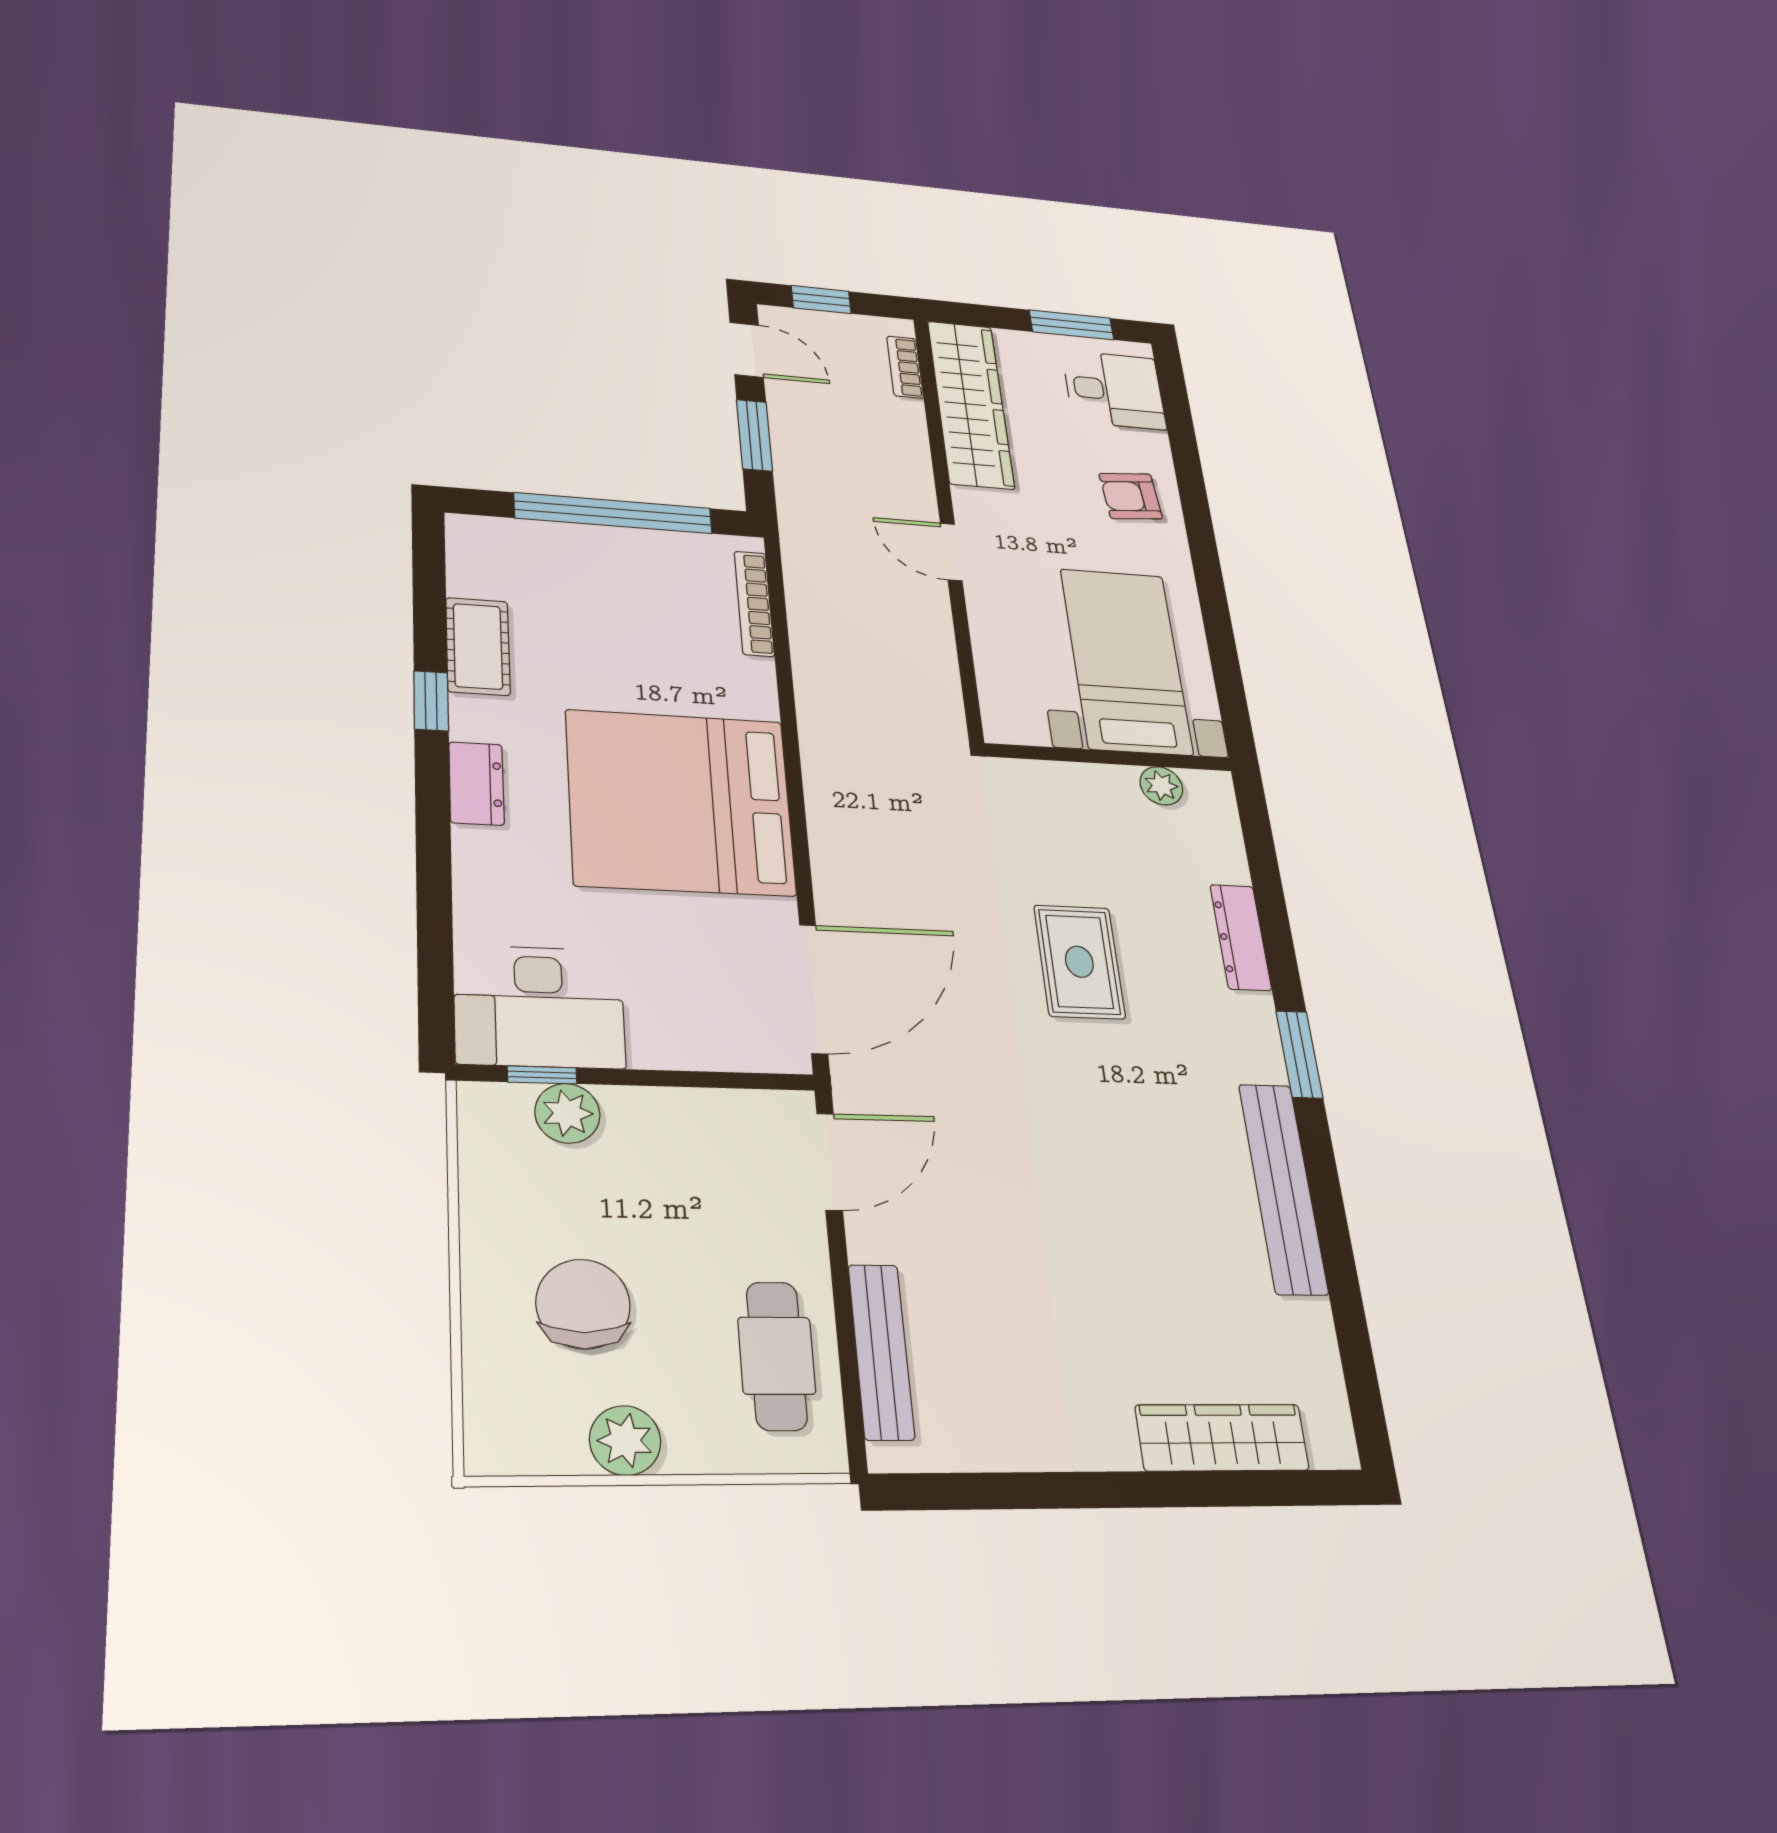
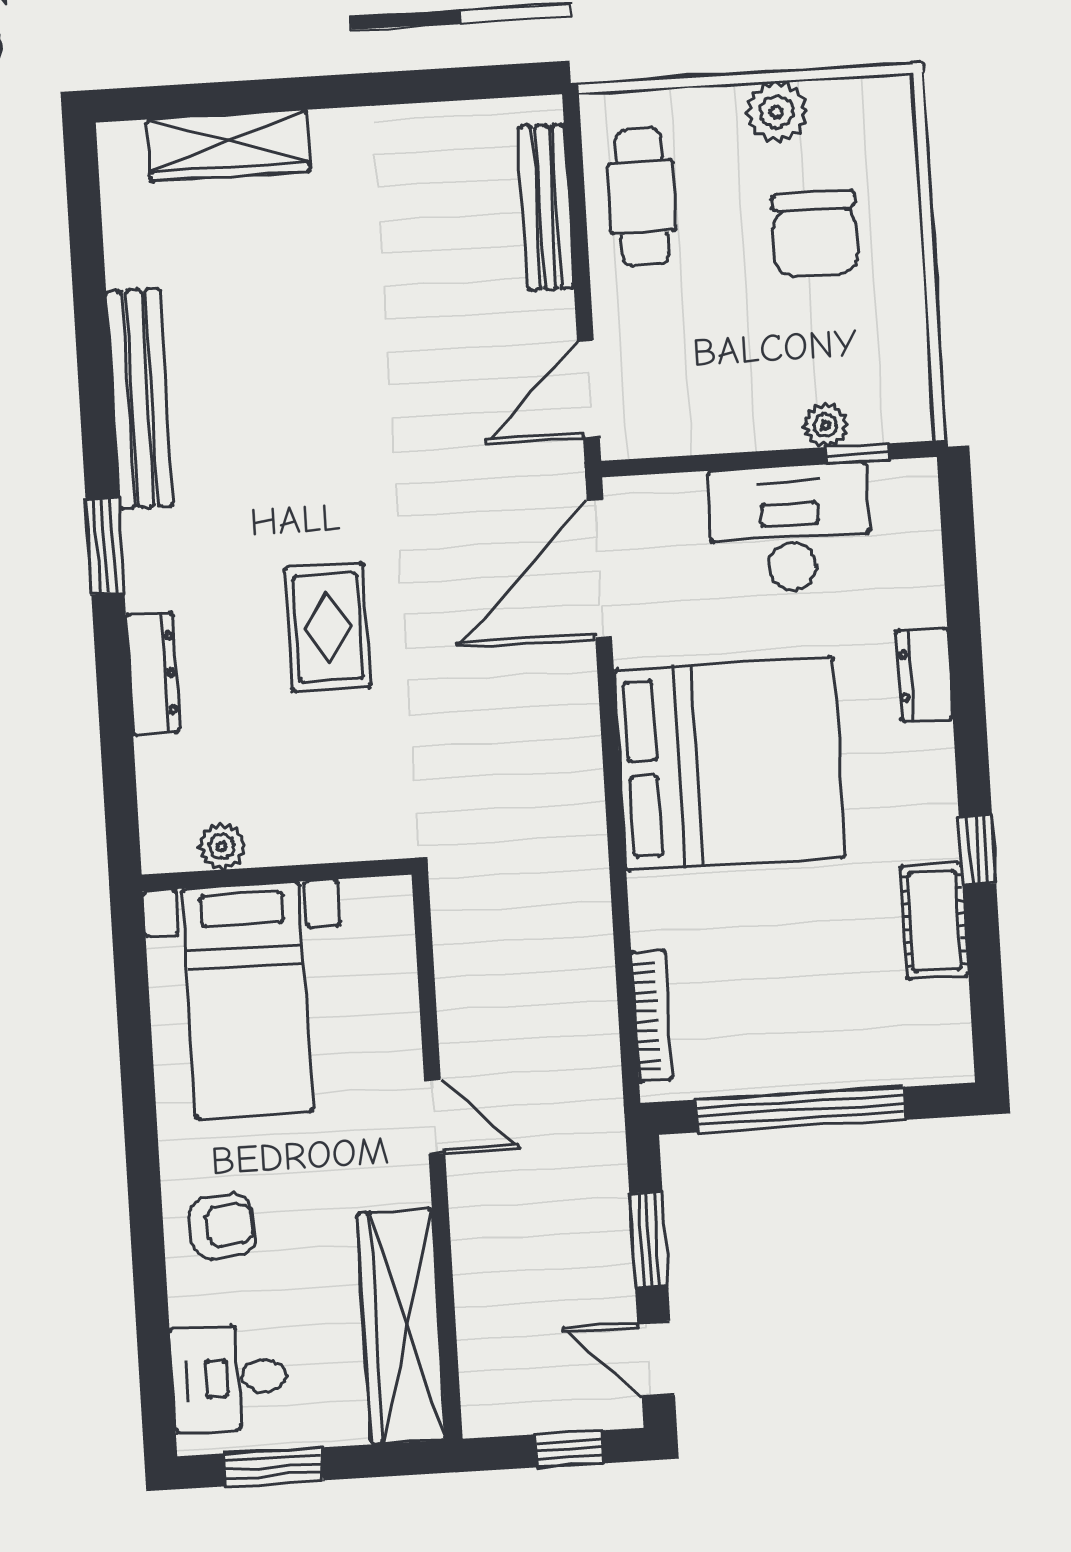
bookcase: (905, 367) -> (475, 1367), removed
dresser: (476, 783) -> (924, 675), moved
desk: (539, 1007) -> (790, 528), moved
plant: (567, 1113) -> (826, 425), width x0.73, depth x0.73

